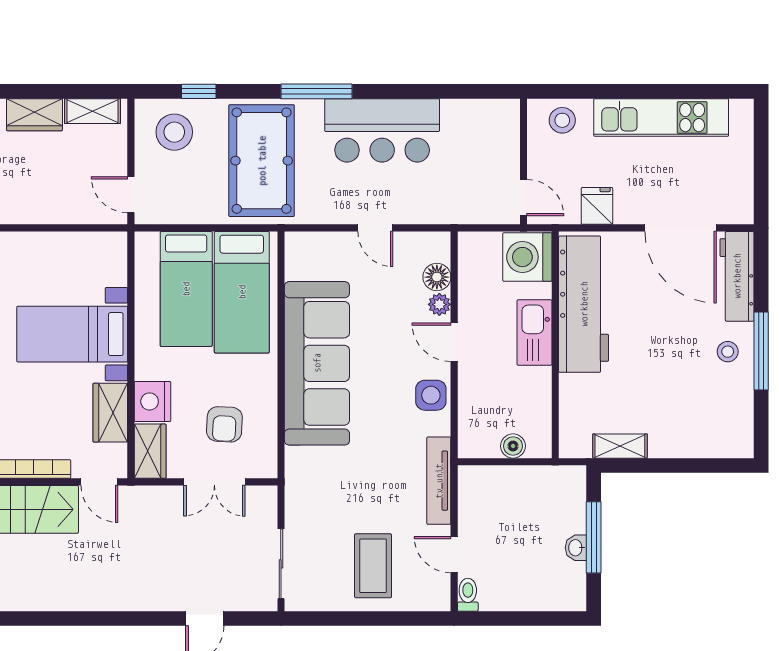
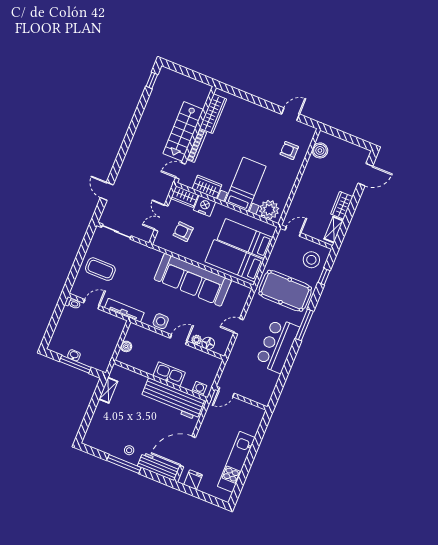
stool: (562, 120) -> (252, 421), removed
fridge: (597, 206) -> (193, 480), moved, turned -90
washing machine: (527, 257) -> (199, 388), width x0.53, depth x0.53
plant: (105, 263) -> (269, 210), added

